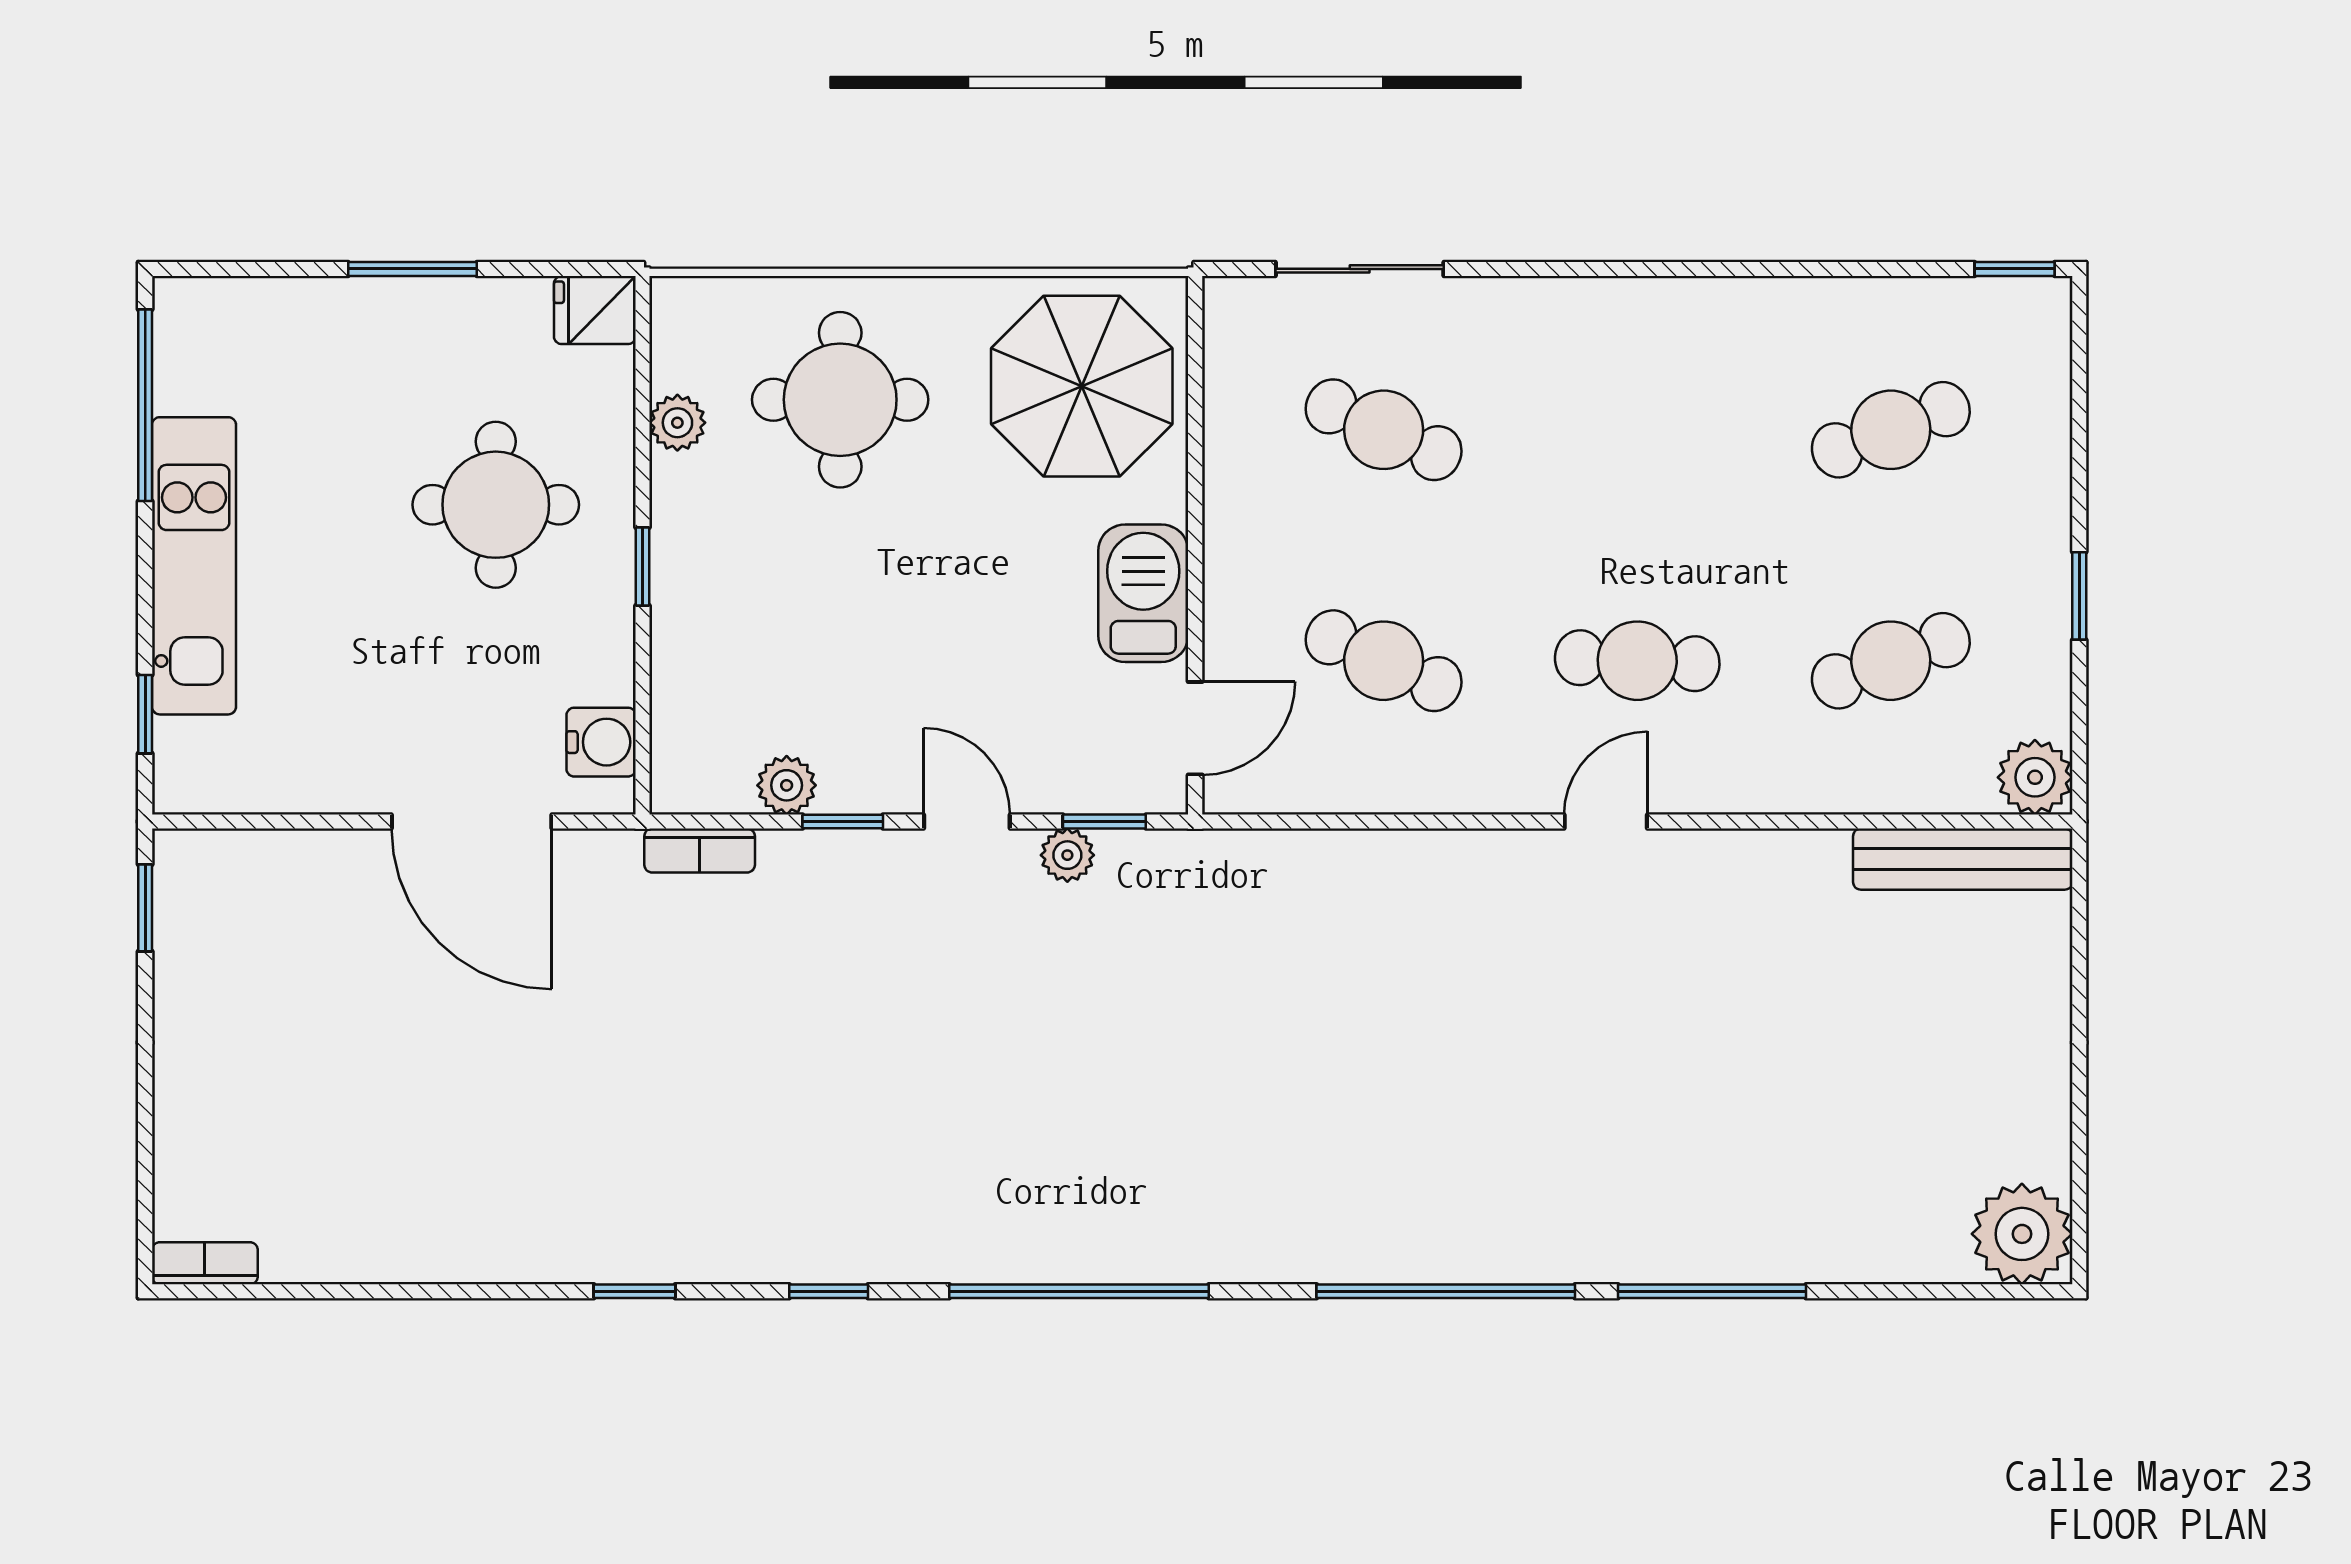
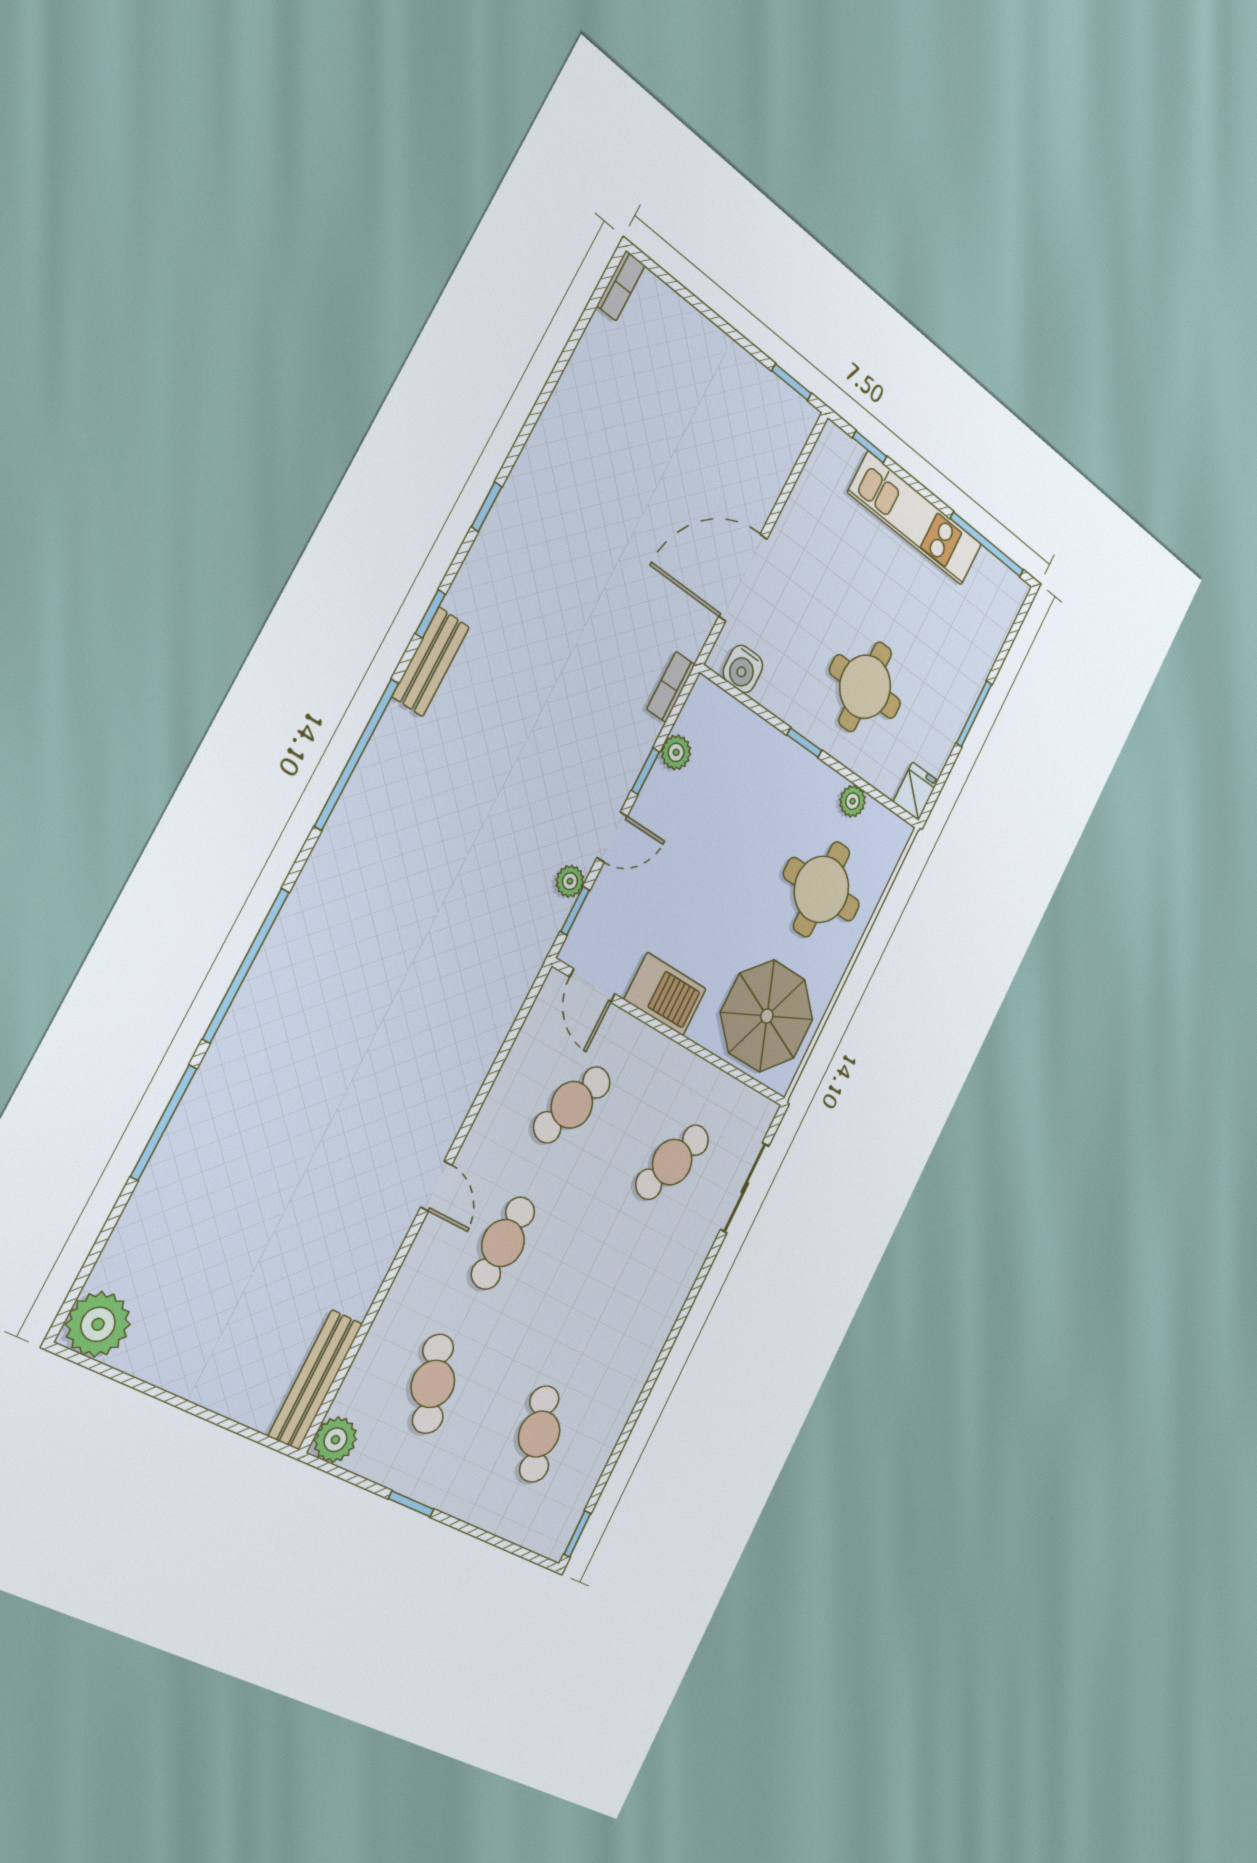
bench: (892, 1253) -> (431, 662), added

